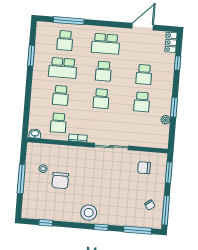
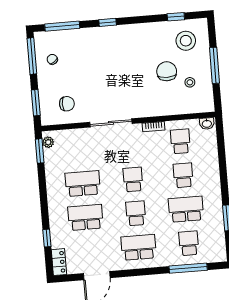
school desk: (144, 74) -> (86, 217), width x1.85
school desk: (142, 102) -> (83, 184), width x1.85
window: (174, 107) -> (40, 151), moved
plant: (166, 120) -> (48, 142), moved
stool: (89, 213) -> (186, 41), moved

